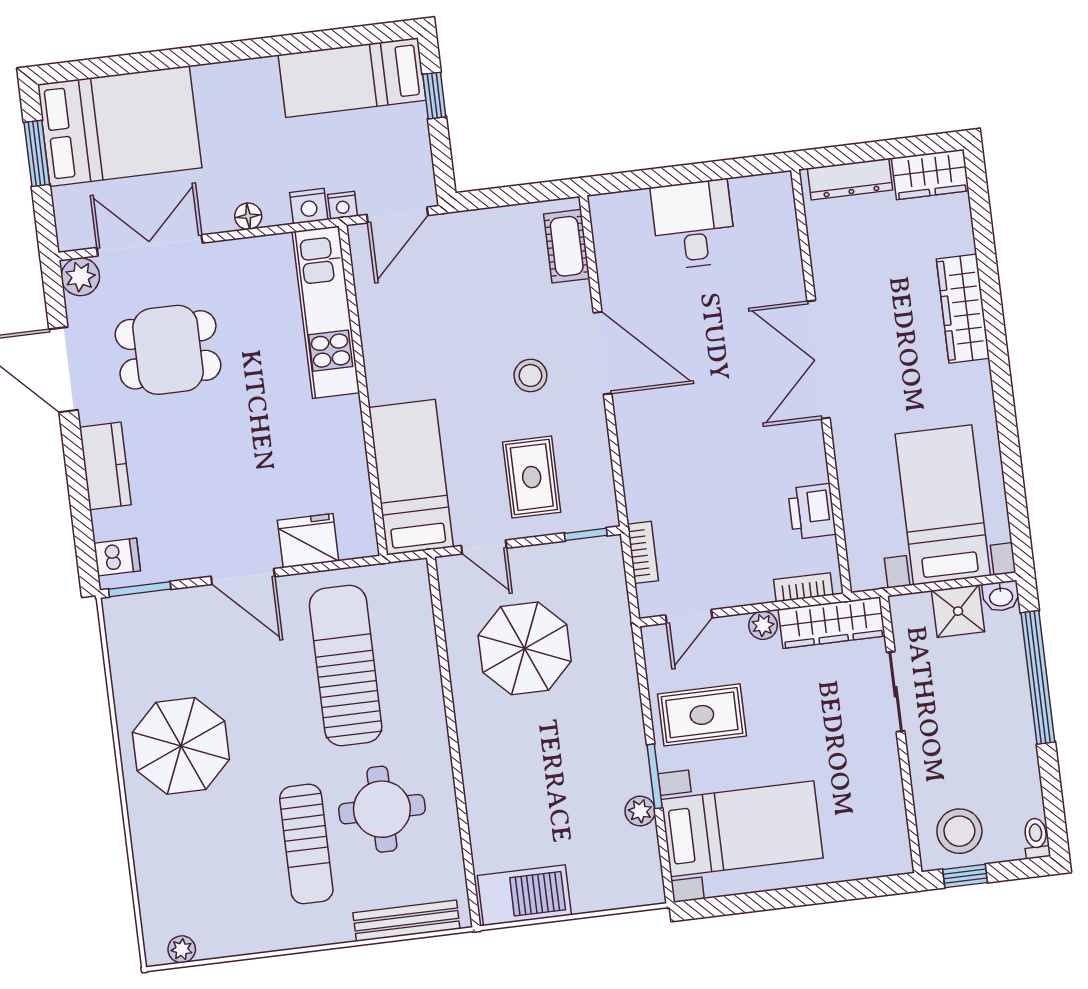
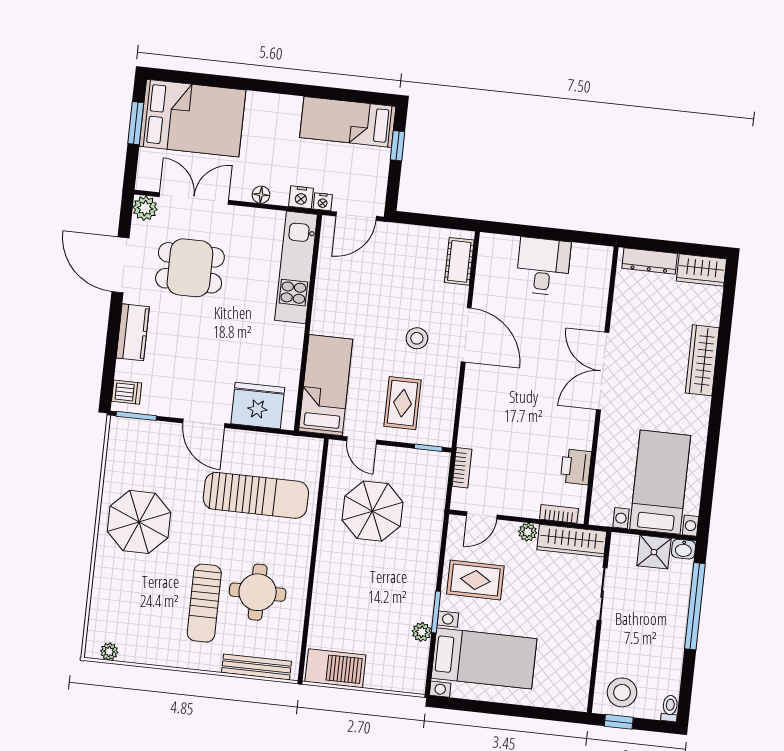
fridge: (308, 541) -> (258, 406), width x1.36, depth x1.34
sun lounger: (346, 666) -> (256, 495), turned 90

